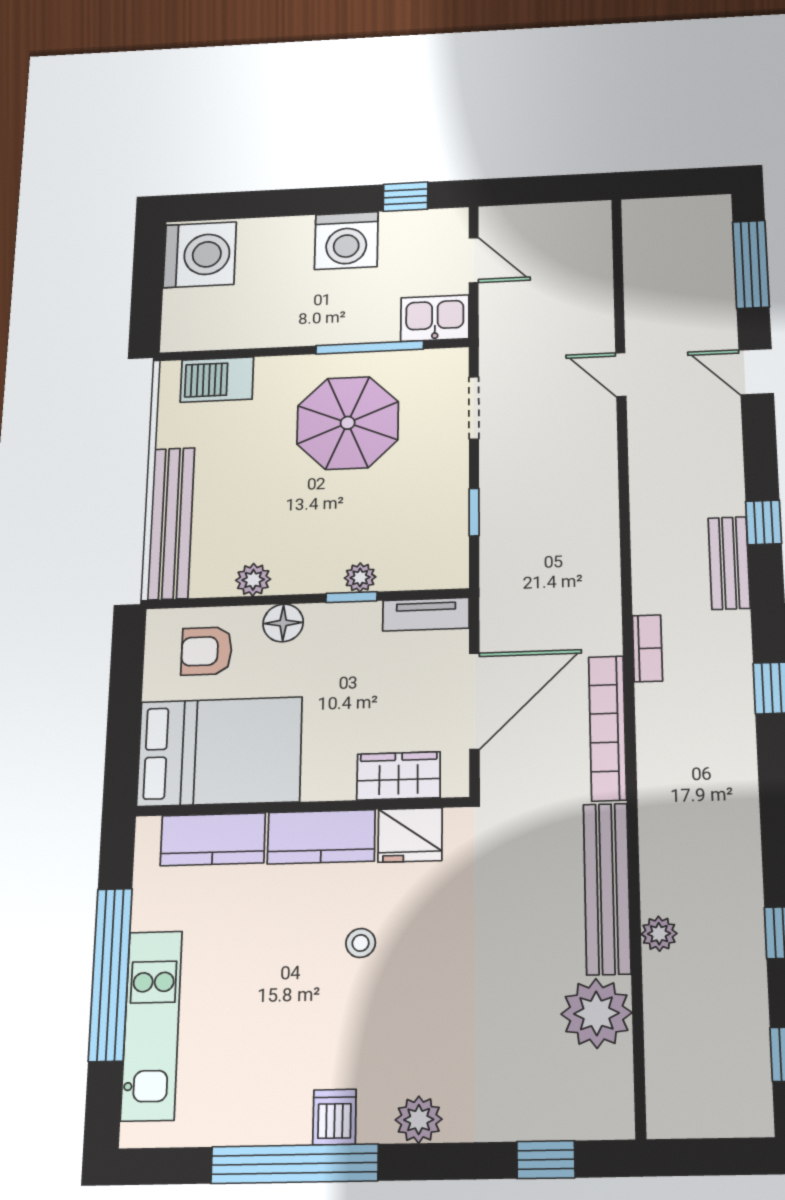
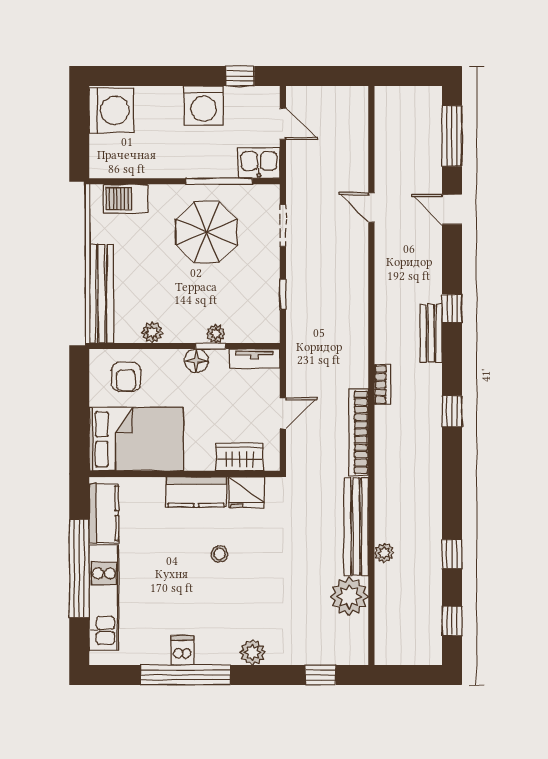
floor lamp: (283, 623) -> (196, 361), moved
armchair: (207, 651) -> (126, 377), turned -90
door: (474, 701) -> (283, 413), width x0.53
kitchen counter: (213, 839) -> (104, 513), moved, turned -90
dishwasher: (335, 1117) -> (182, 650), moved

